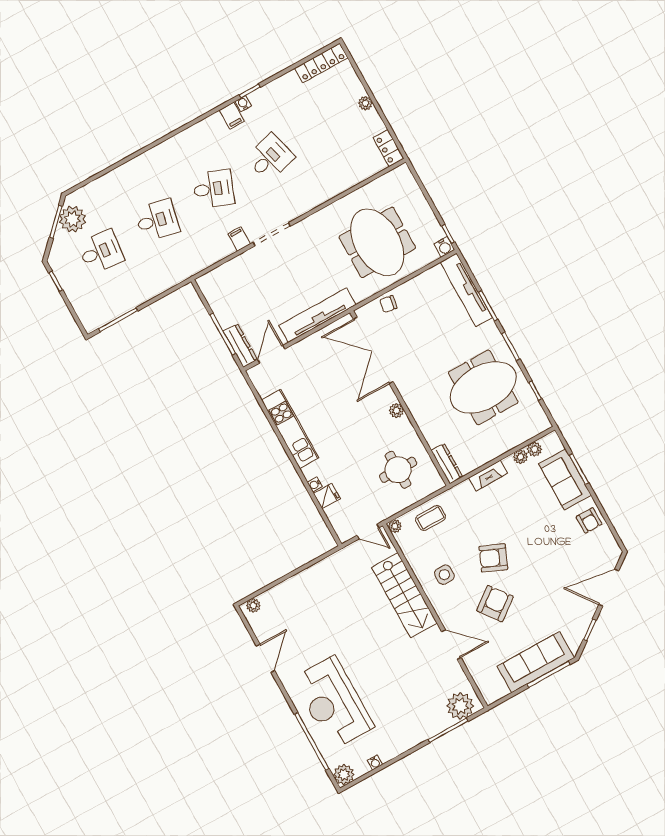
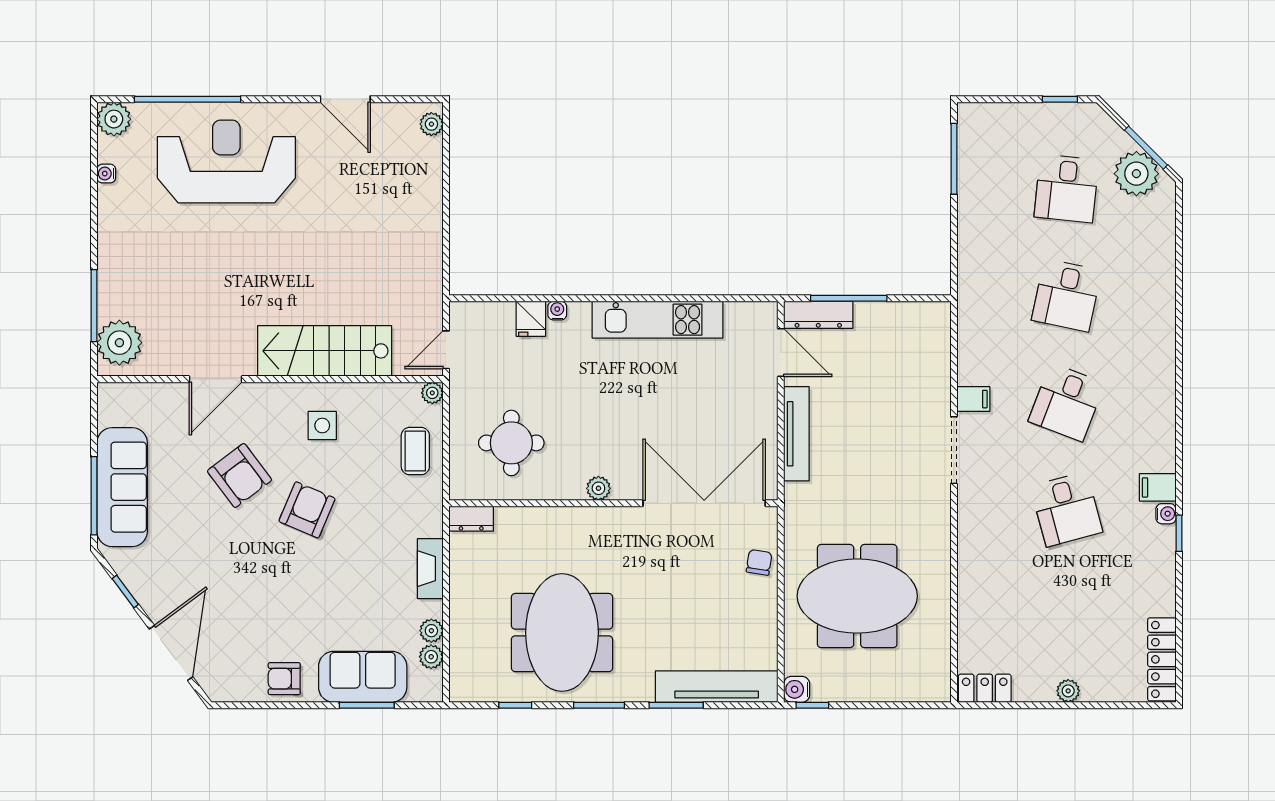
tv unit: (317, 315) -> (796, 434), width x0.73, depth x0.78
dresser: (447, 464) -> (471, 519), width x0.70

